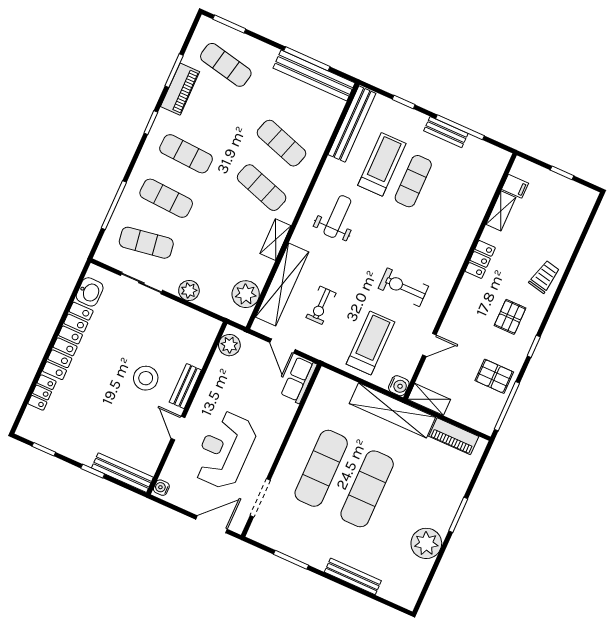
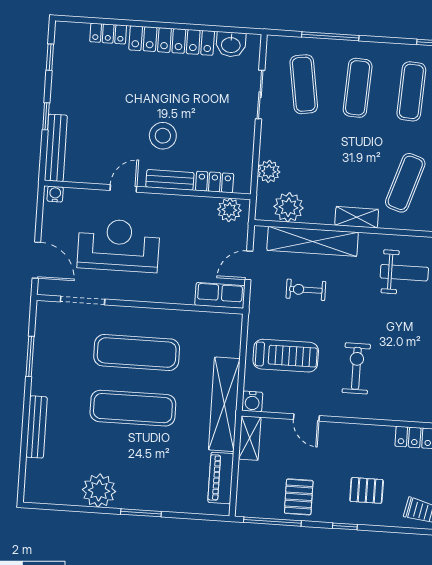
plant: (189, 291) -> (269, 171), moved
locker: (201, 349) -> (215, 182), added

